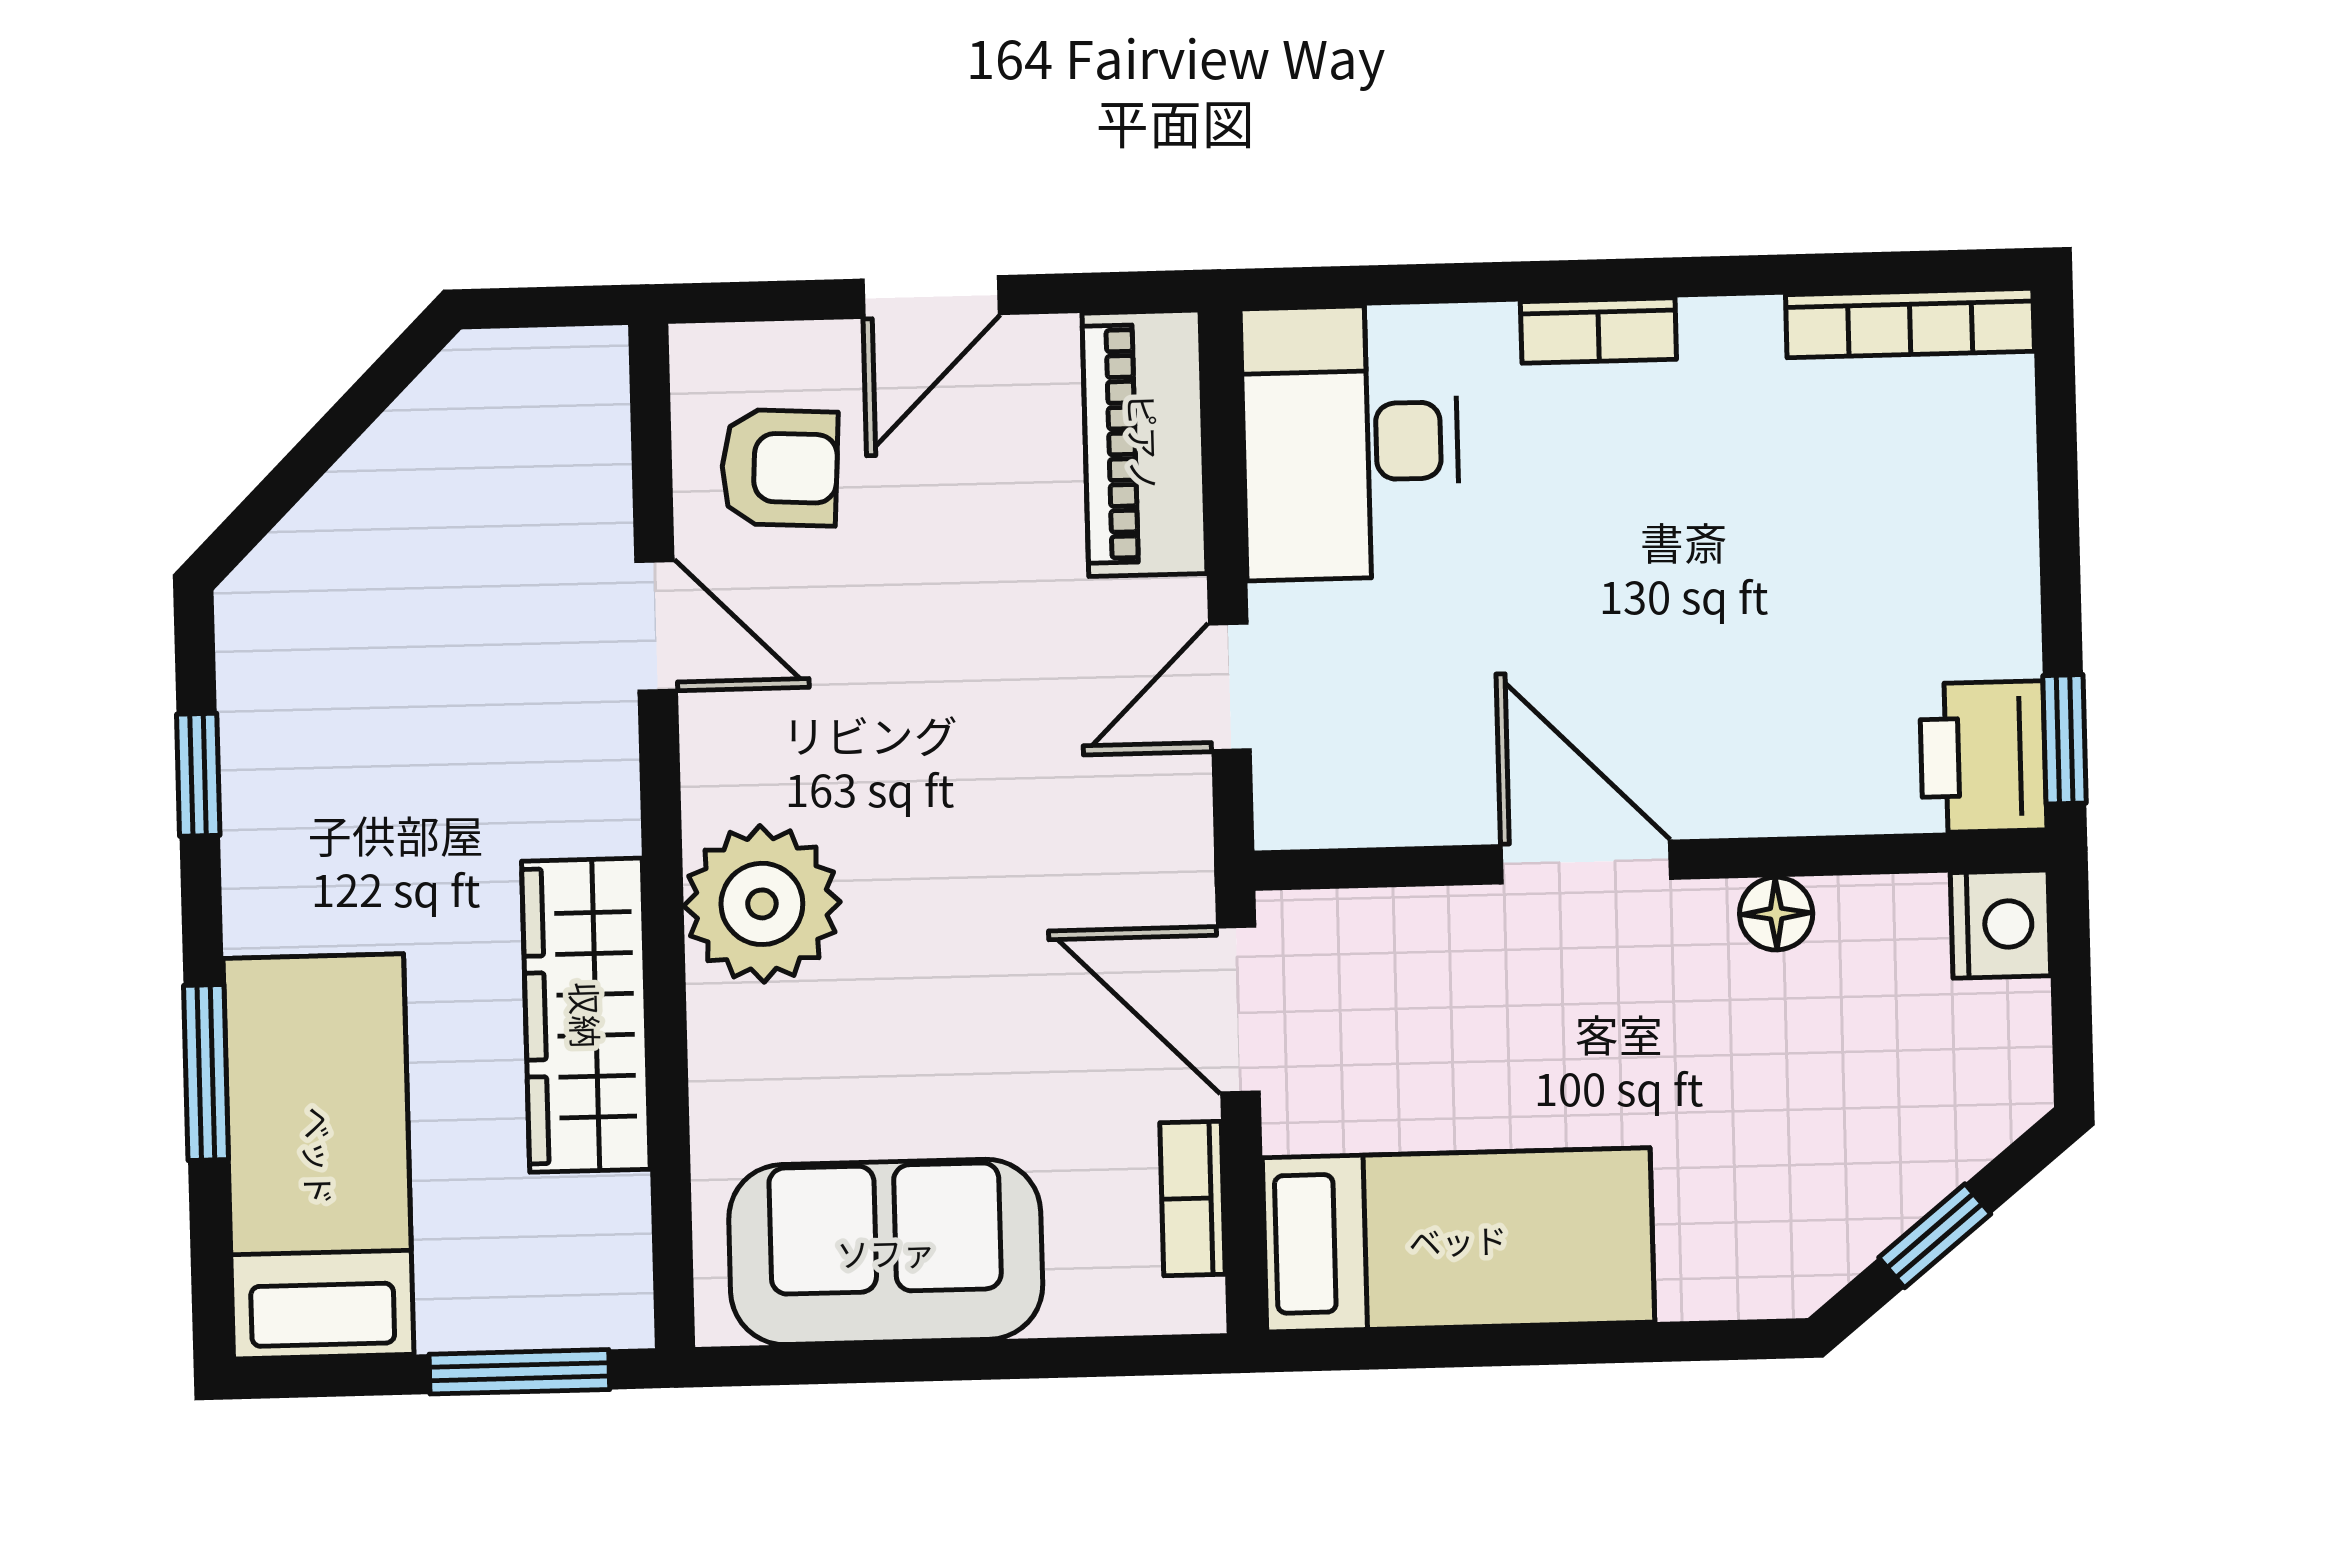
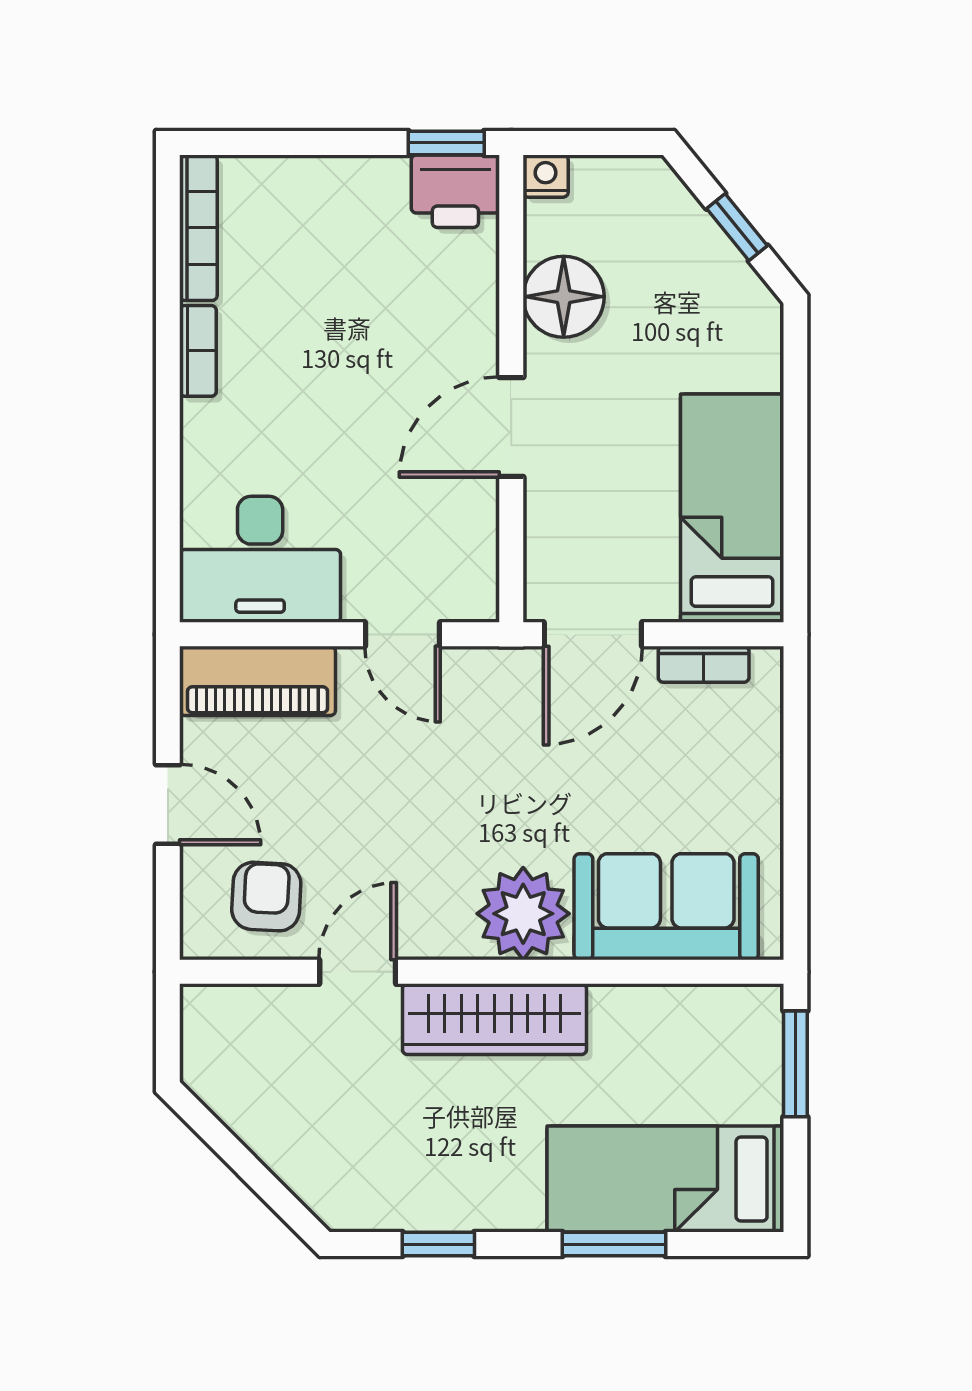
bookcase: (1598, 330) -> (198, 351), moved
floor lamp: (1776, 914) -> (564, 297), width x1.89, depth x1.89
nightstand: (2001, 924) -> (546, 176), width x0.72, depth x0.74
wardrobe: (586, 1015) -> (494, 1019), moved
sofa: (886, 1252) -> (666, 907), moved, turned 90

